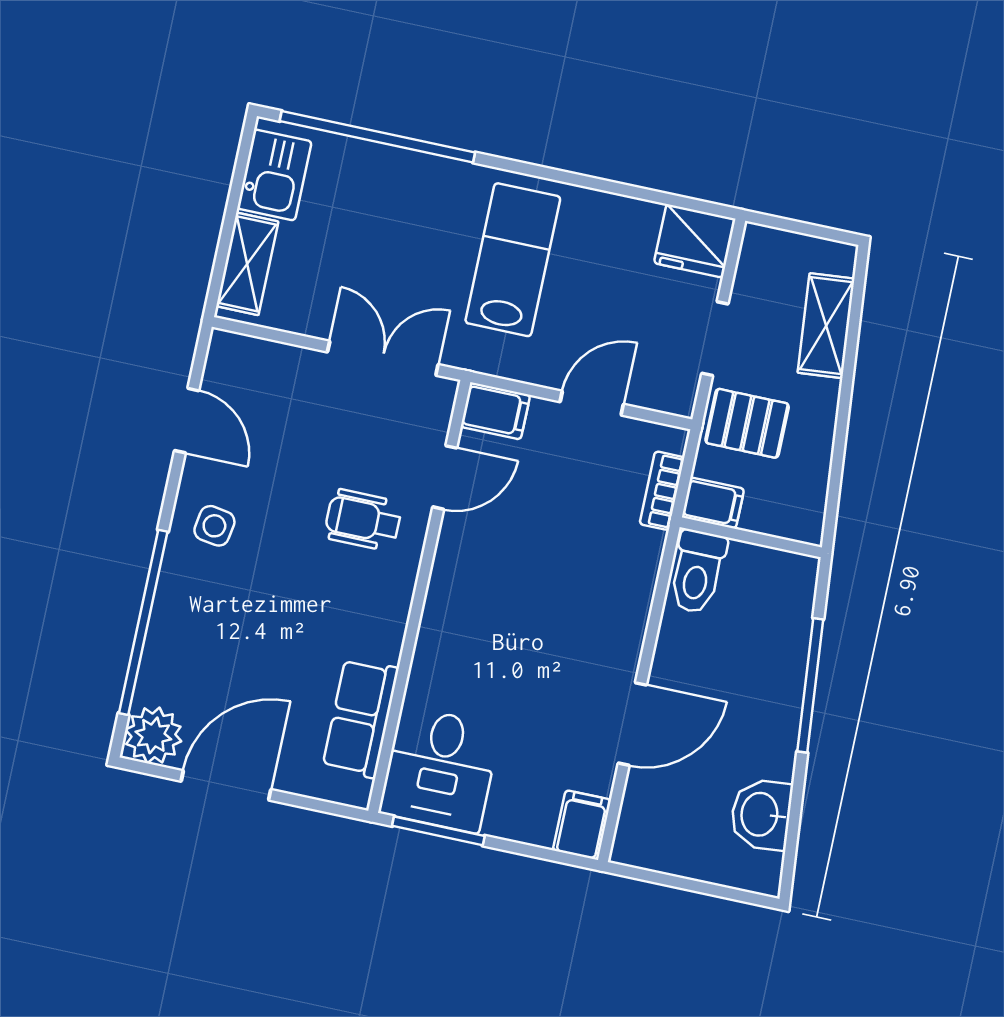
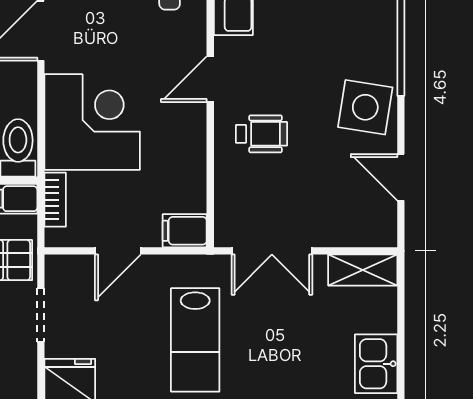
shelving: (247, 264) -> (363, 270), moved, turned 90
door: (445, 477) -> (210, 79), moved
side table: (214, 526) -> (365, 107), width x1.87, depth x1.87
corner desk: (589, 585) -> (92, 122), added

